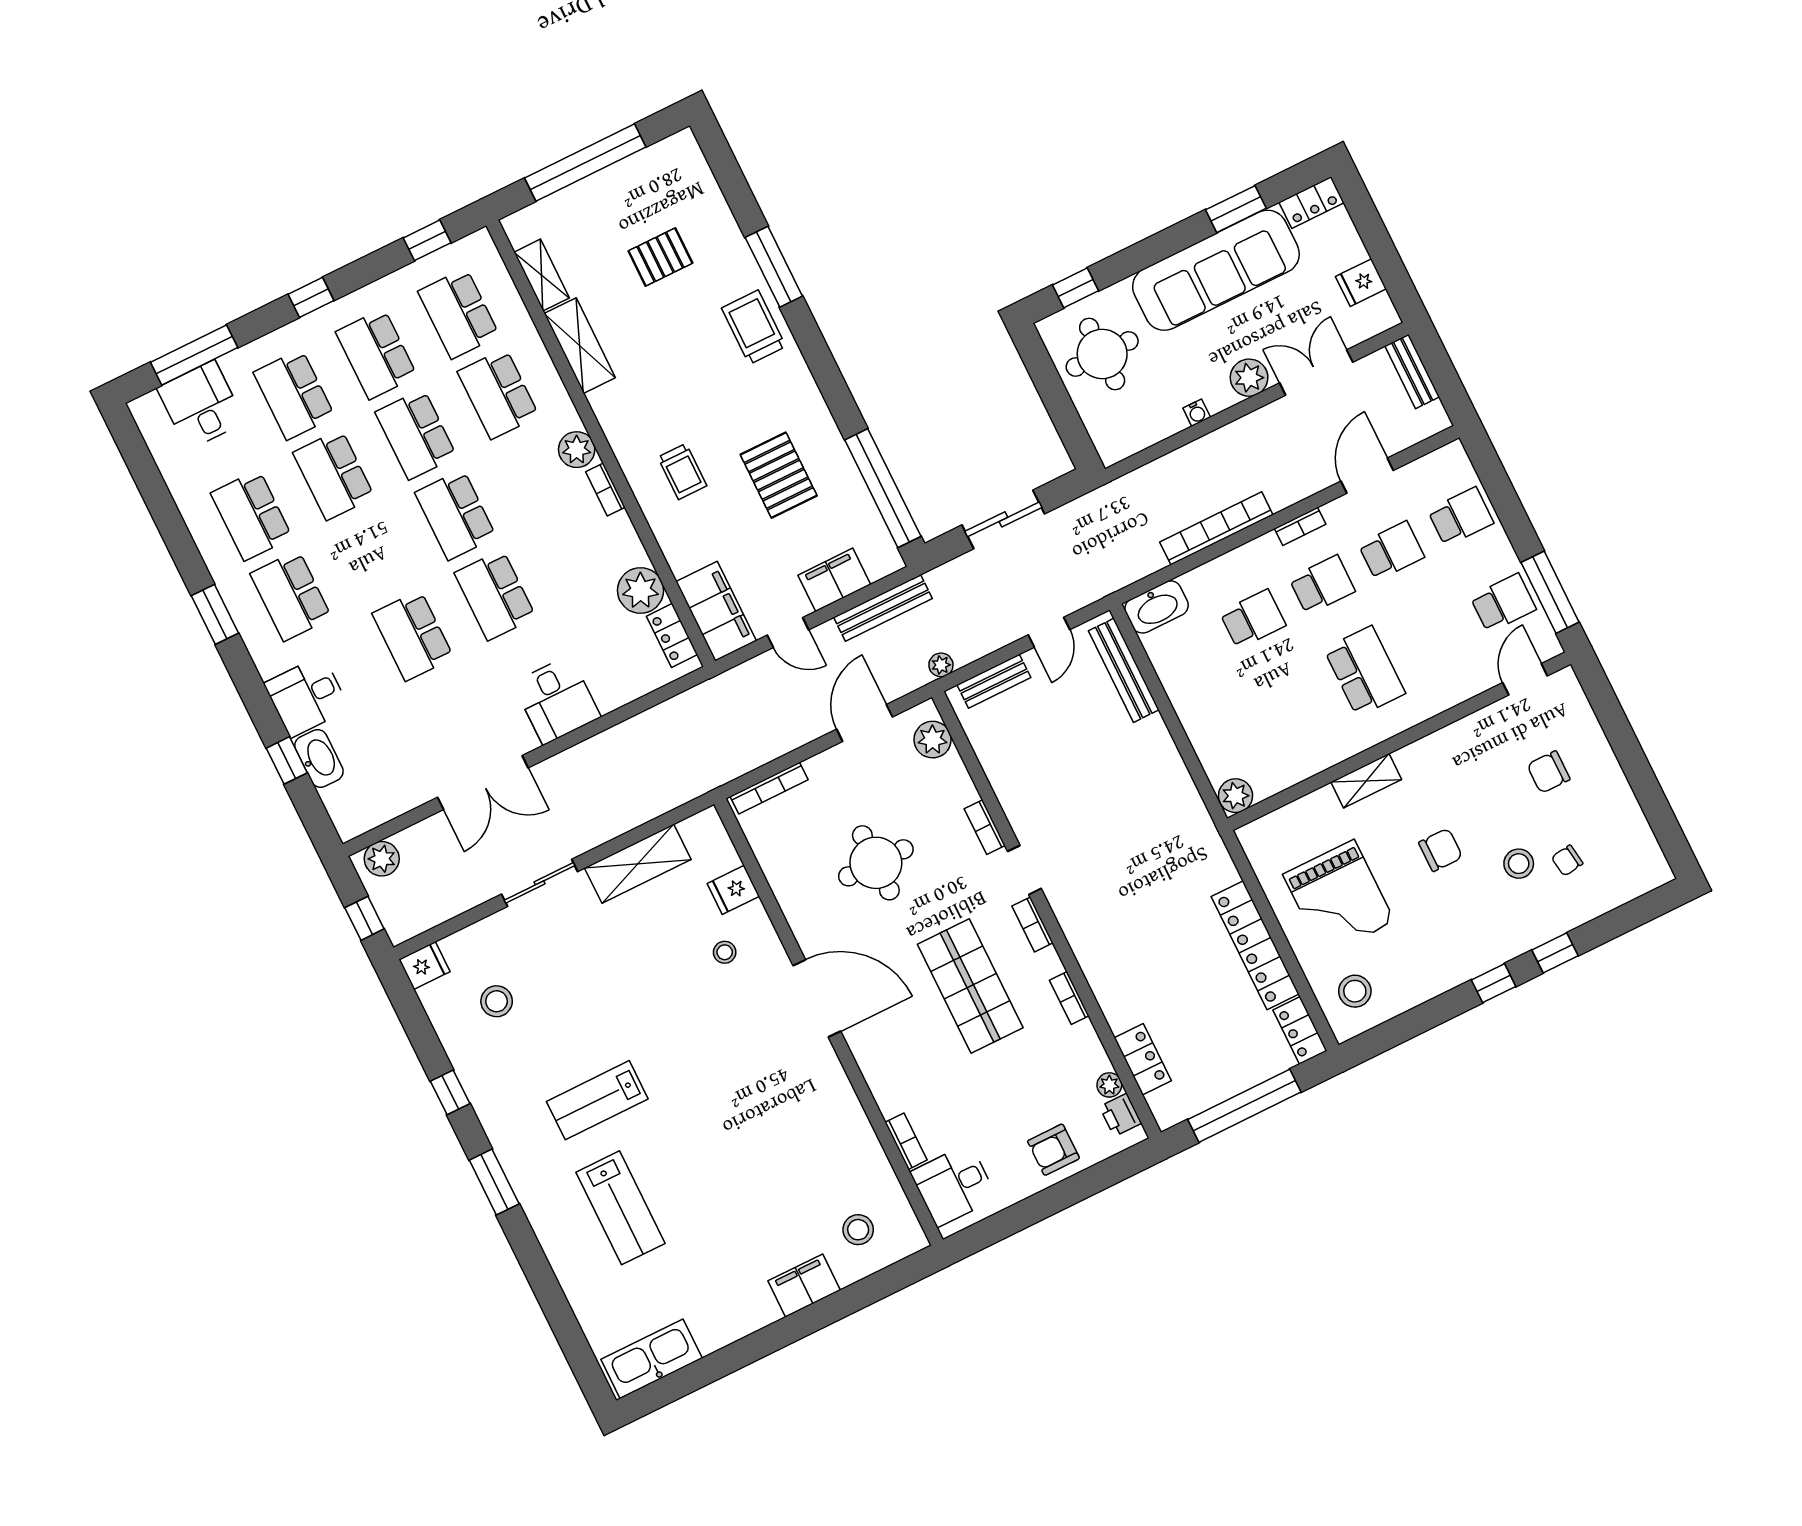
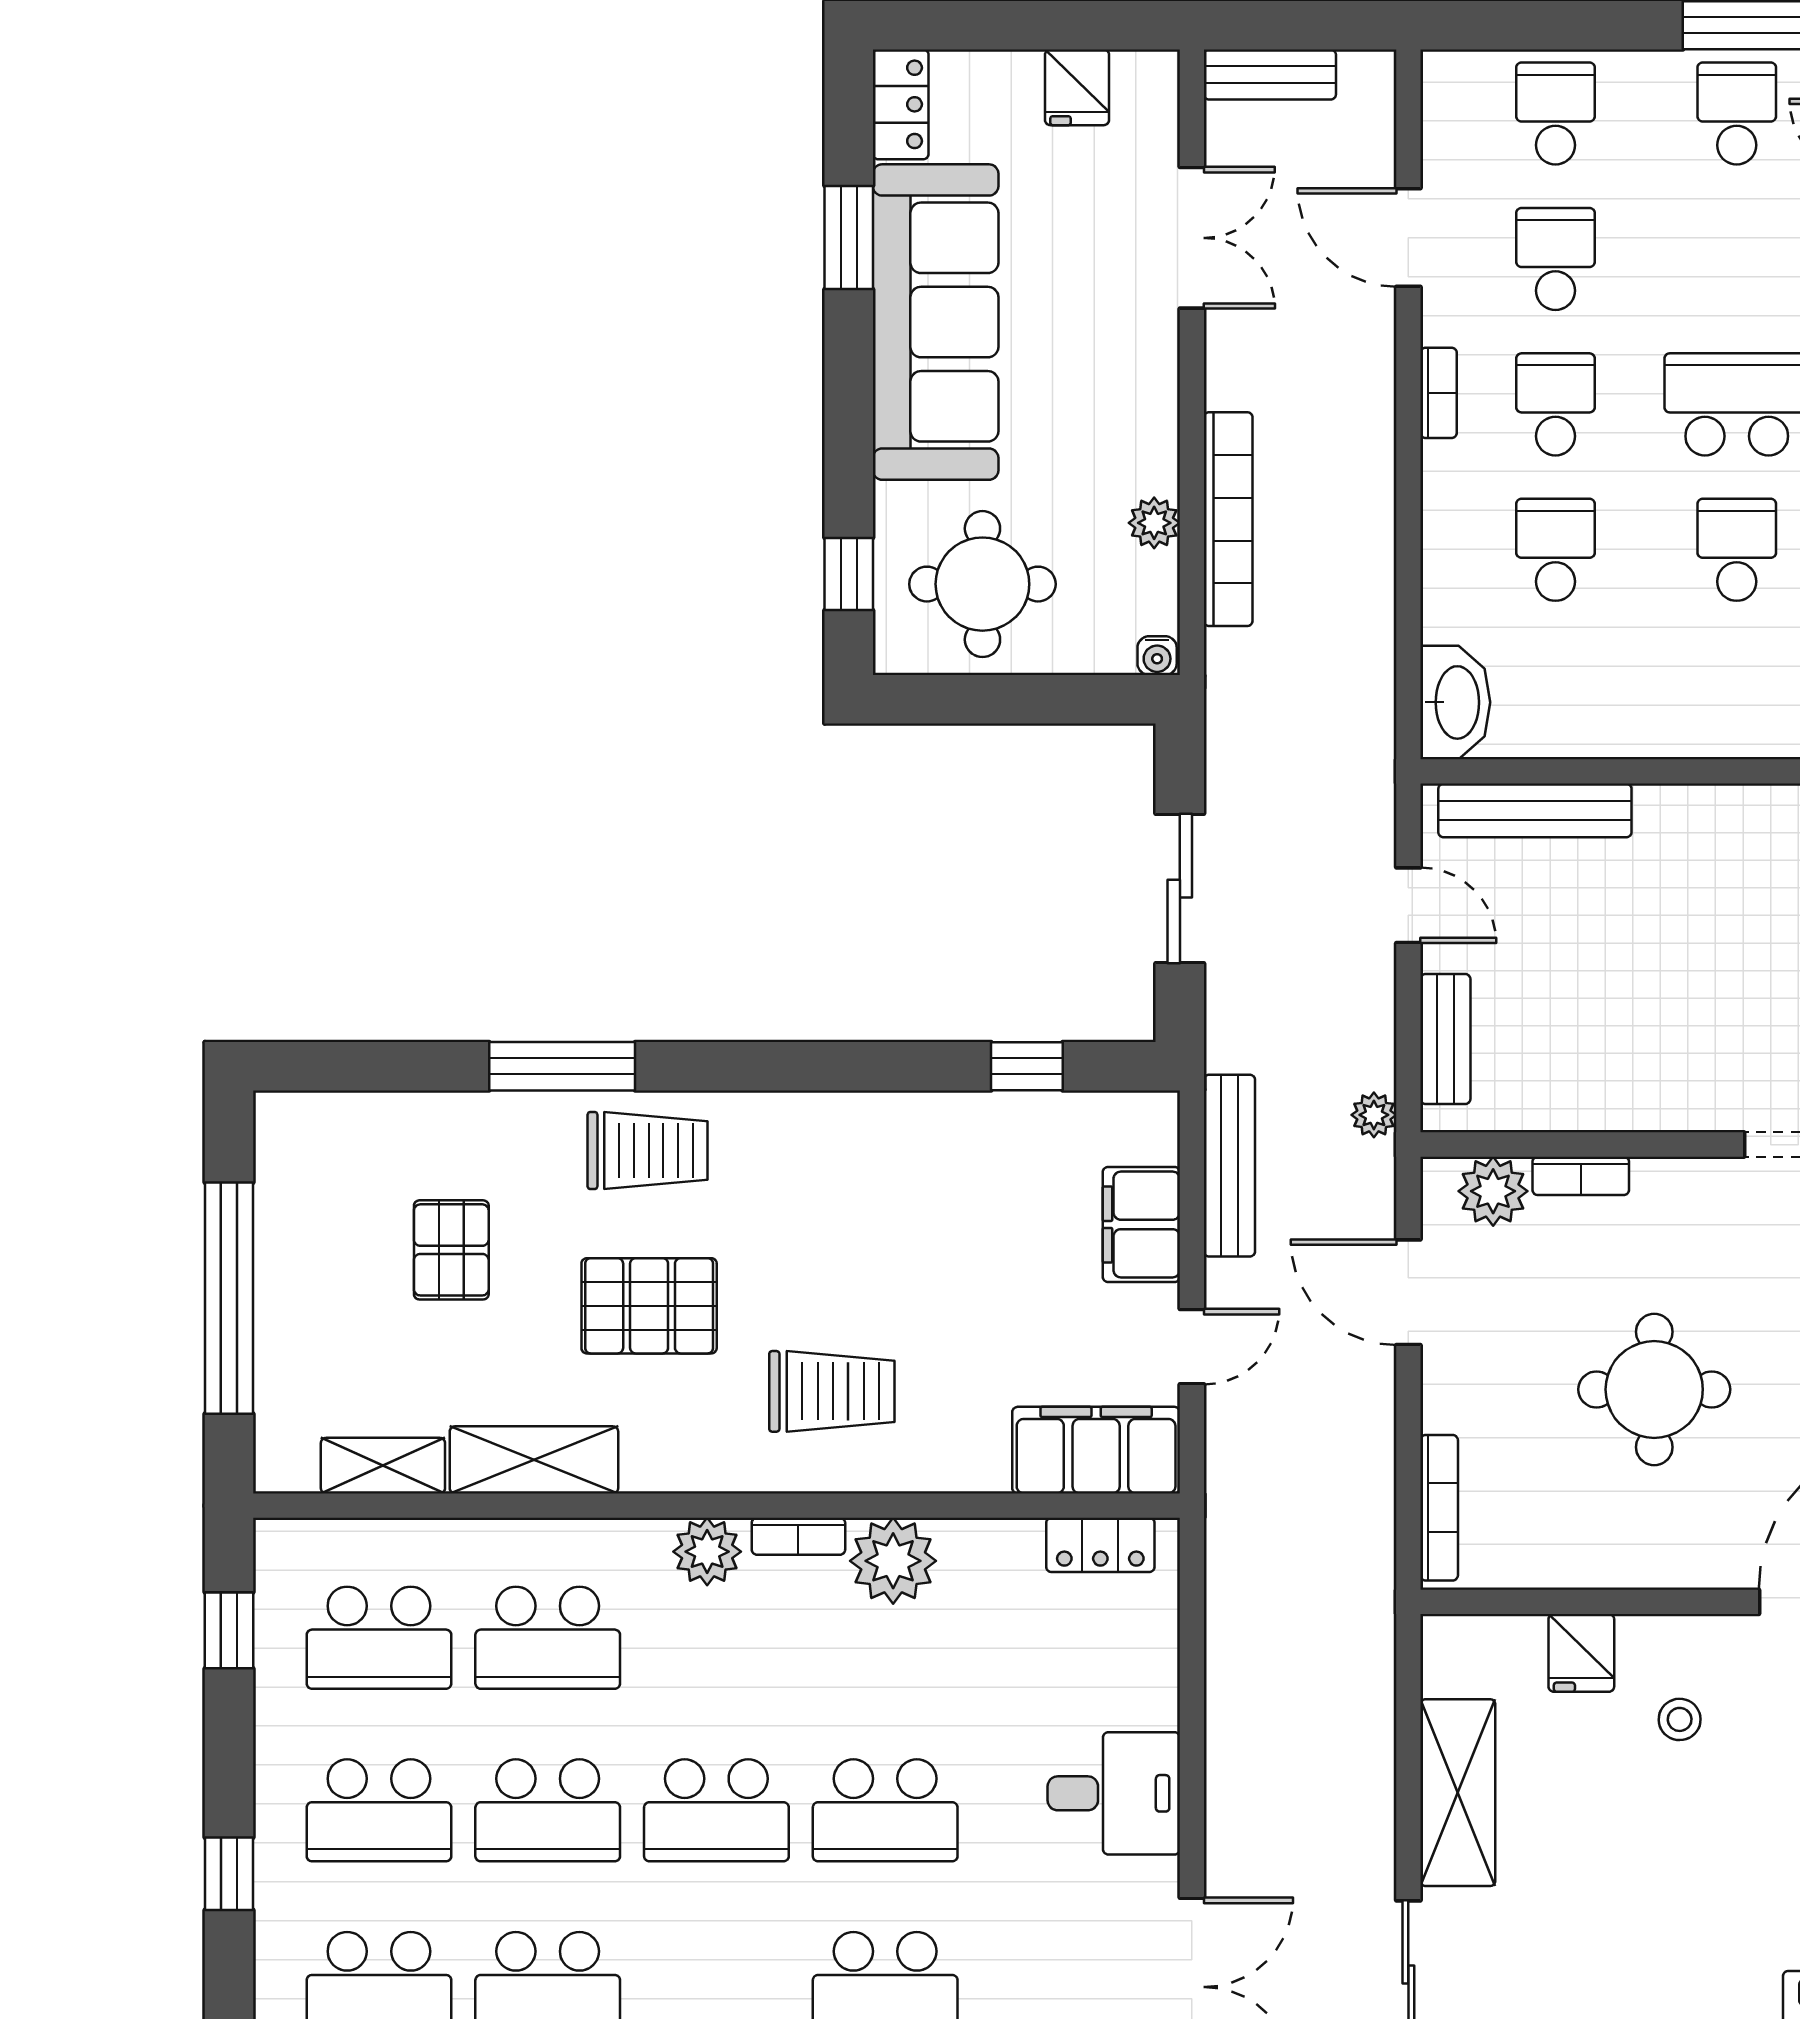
trolley: (754, 327) -> (648, 1151), turned 180
double door: (1316, 373) -> (1192, 238), swing flipped
plant: (1249, 378) -> (1154, 523), moved, width x0.73, depth x0.73
water cooler: (1197, 413) -> (1157, 656), moved, turned 90
trolley: (682, 471) -> (832, 1391), width x1.36, depth x1.39
pallet: (779, 475) -> (649, 1306), moved
window: (883, 488) -> (1027, 1066), width x0.32
bookcase: (1216, 528) -> (1228, 519), moved, turned 180
plant: (641, 590) -> (893, 1561), moved
school desk: (1295, 705) -> (1737, 550), added
bookcase: (985, 827) -> (1581, 1176), moved

